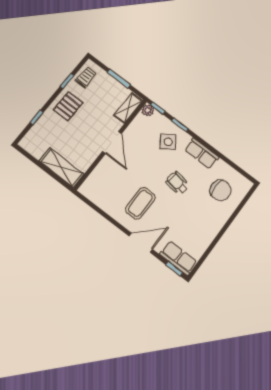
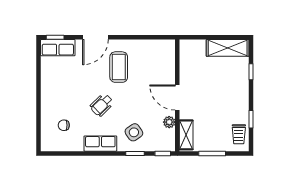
pallet: (68, 106) -> (234, 100), removed
plant: (148, 110) -> (169, 122), moved
shelving: (62, 168) -> (228, 48), moved
wheelchair: (177, 183) -> (102, 105), turned 127
chair: (220, 190) -> (64, 125), width x0.54, depth x0.54

